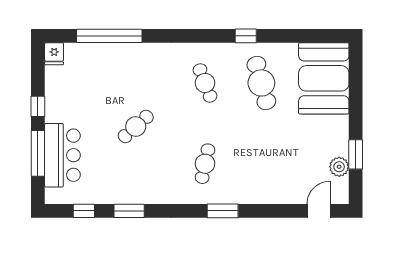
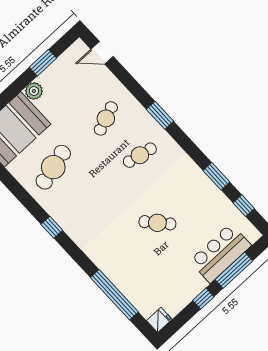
window: (246, 36) -> (52, 227), moved
cafe table: (205, 83) -> (106, 118), moved
plant: (339, 167) -> (34, 91), moved

